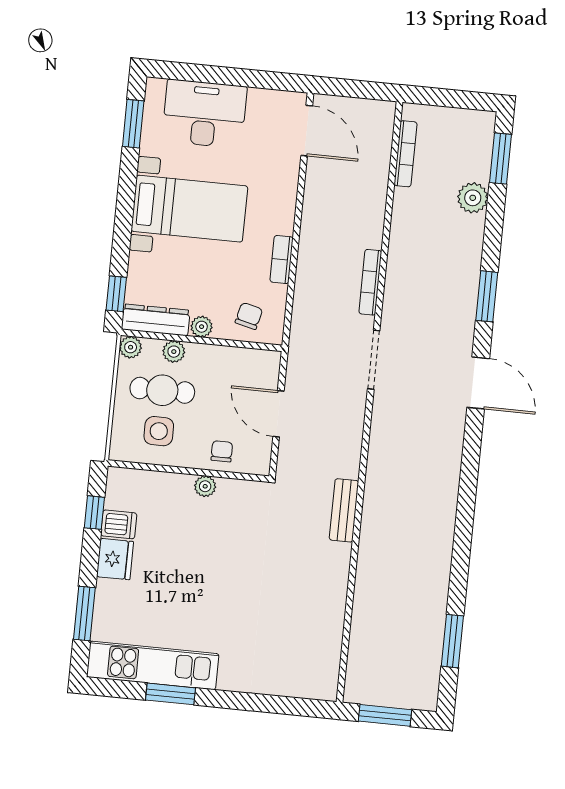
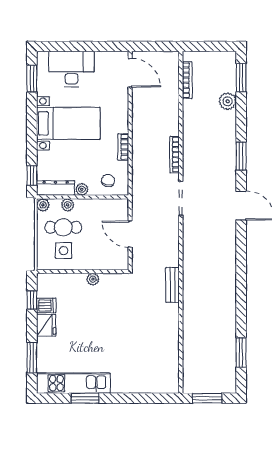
chair: (222, 451) -> (100, 258), removed

